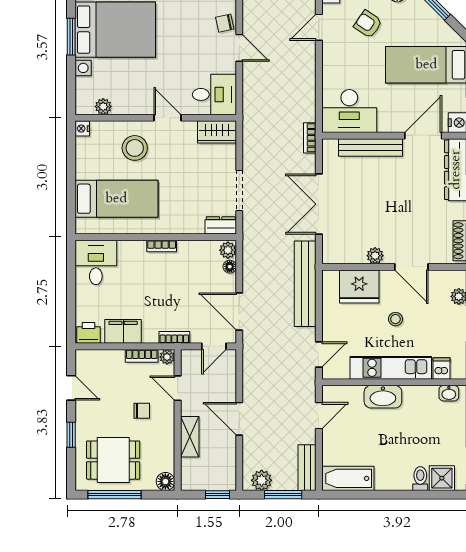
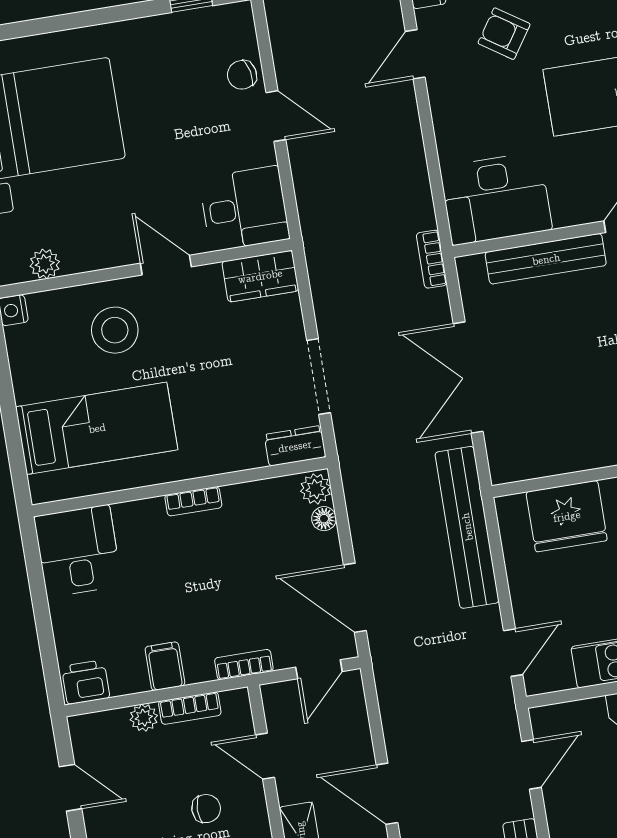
plant: (375, 256) -> (586, 455), removed
filing cabinet: (123, 331) -> (165, 666), width x0.50
plant: (167, 357) -> (144, 718), moved

